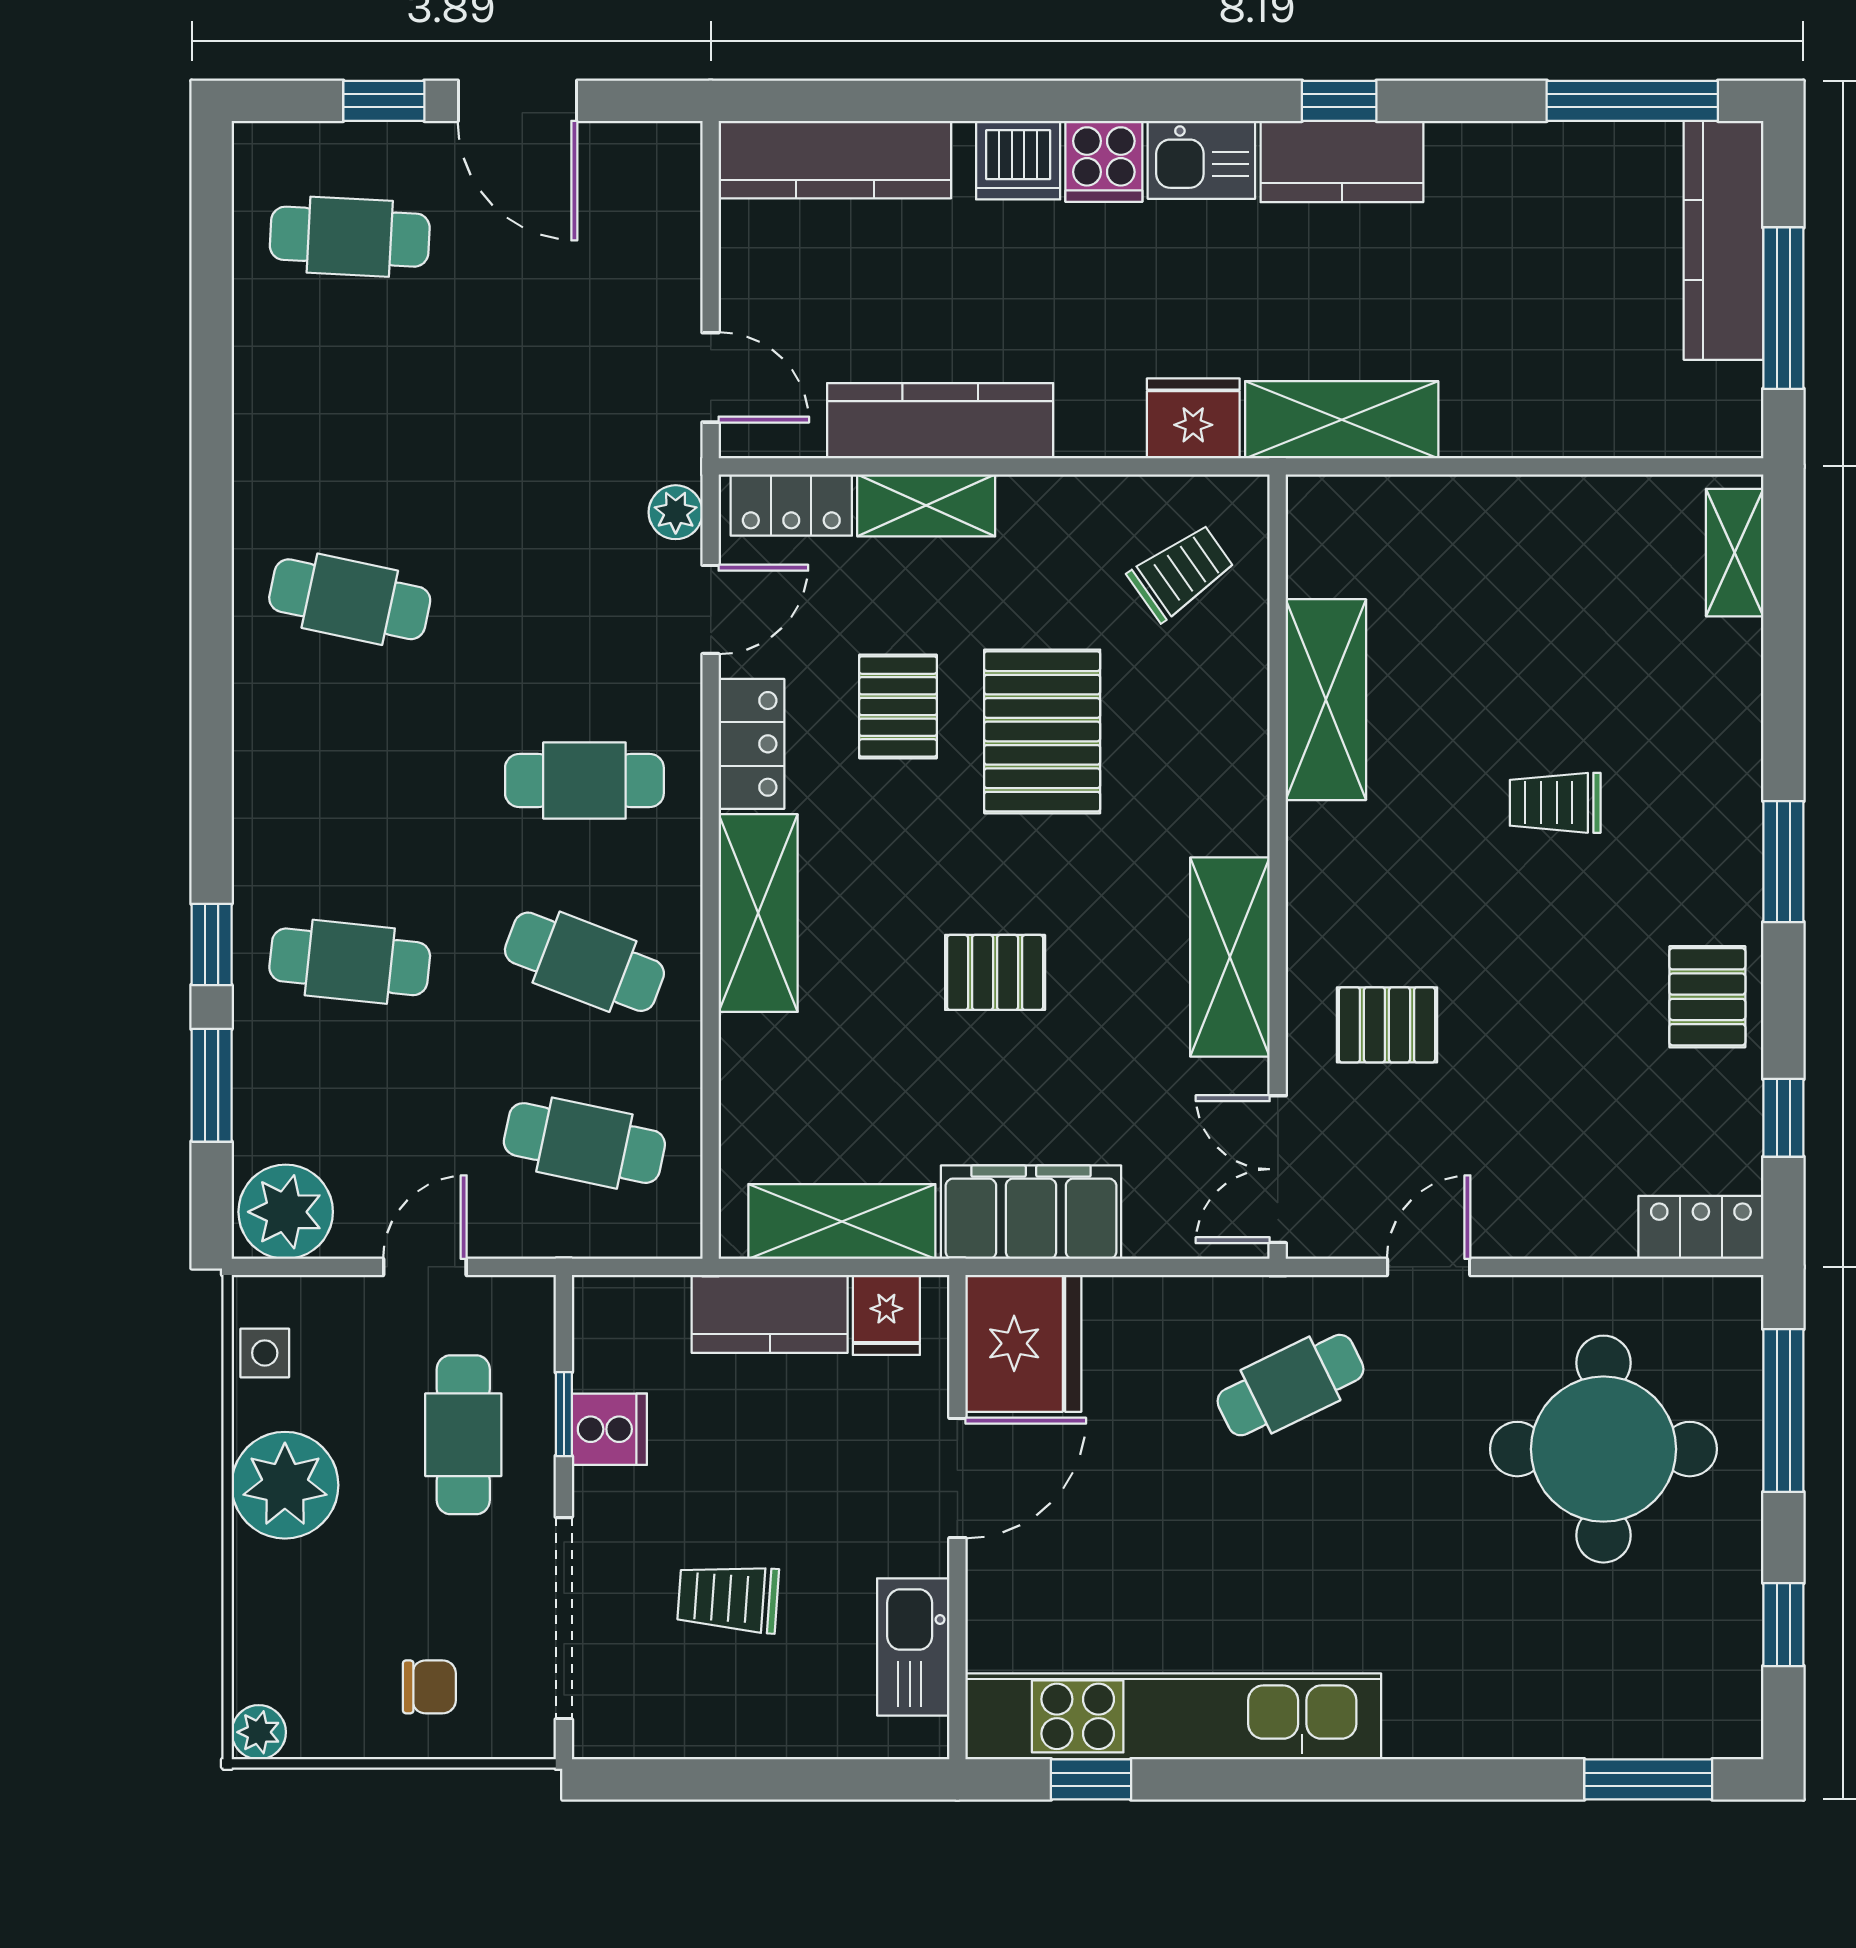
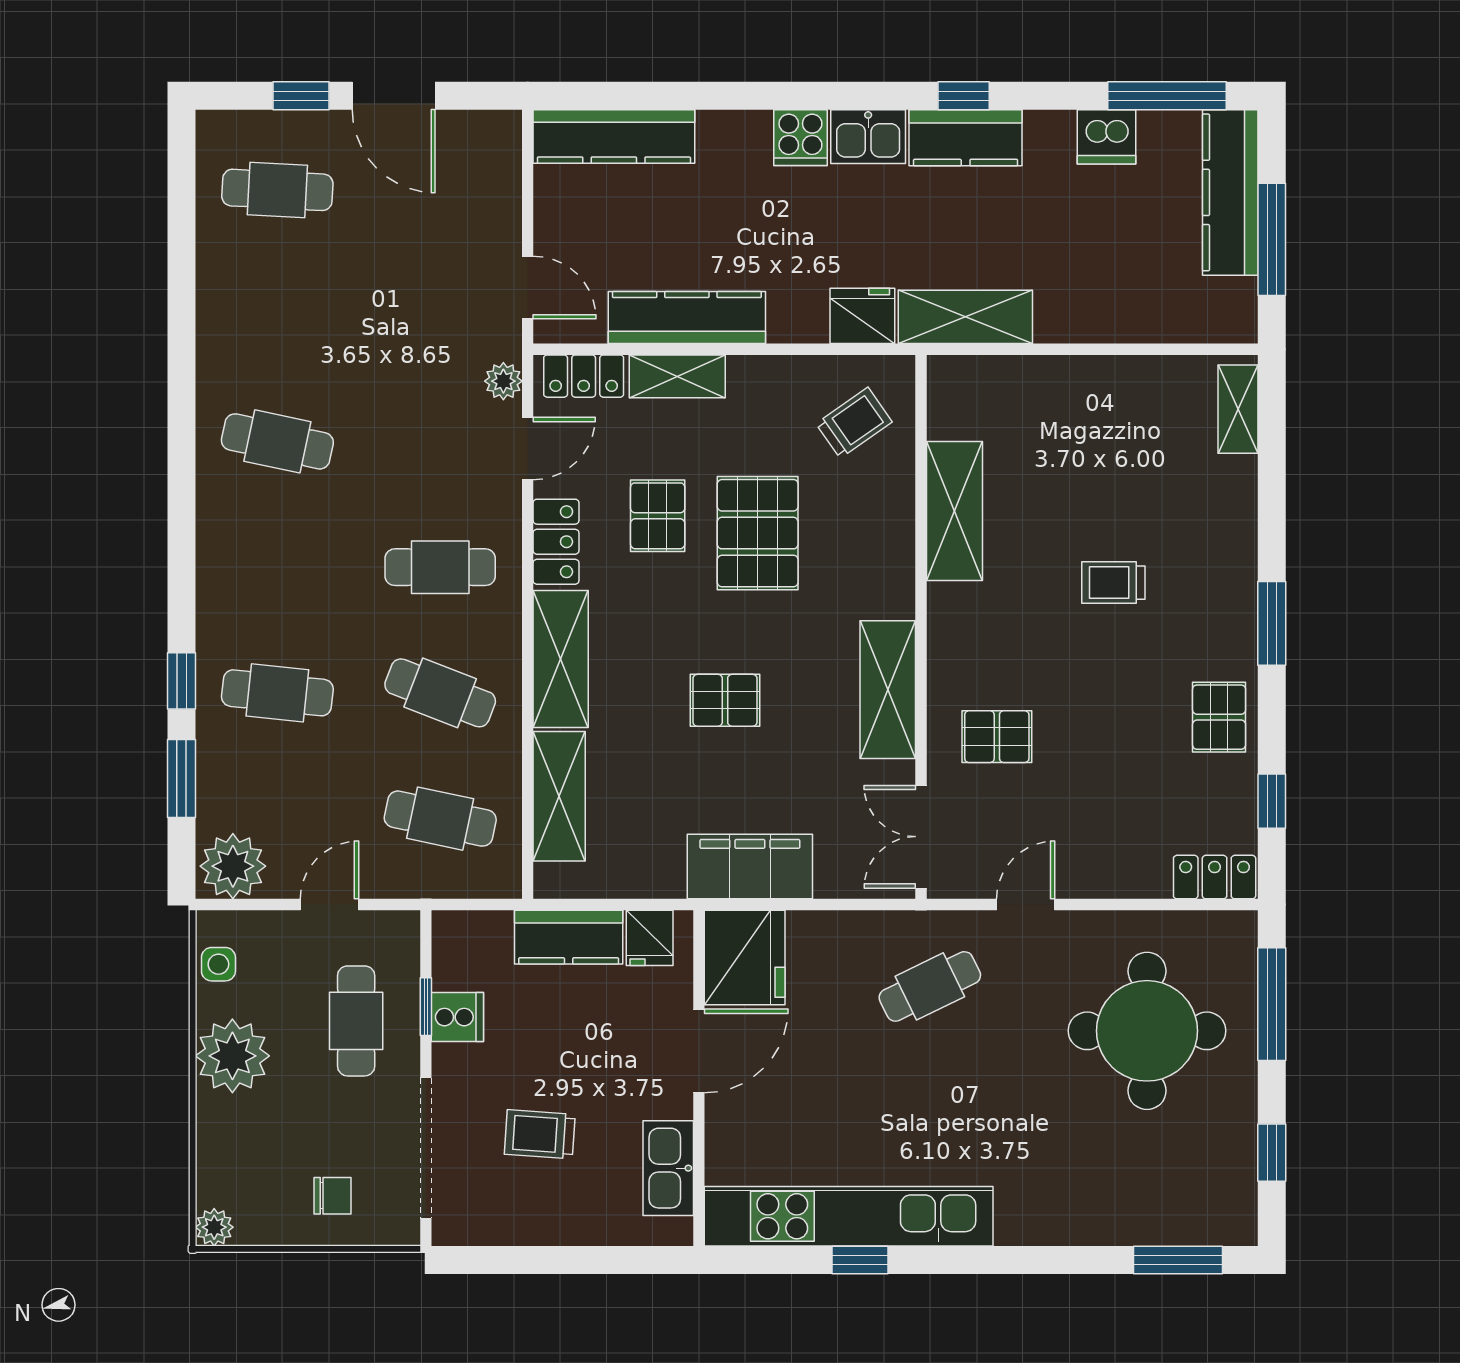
dishwasher: (1018, 160) -> (1106, 137), moved
shelving: (842, 1222) -> (559, 796), moved, turned 90
window: (1091, 1779) -> (860, 1260), moved

